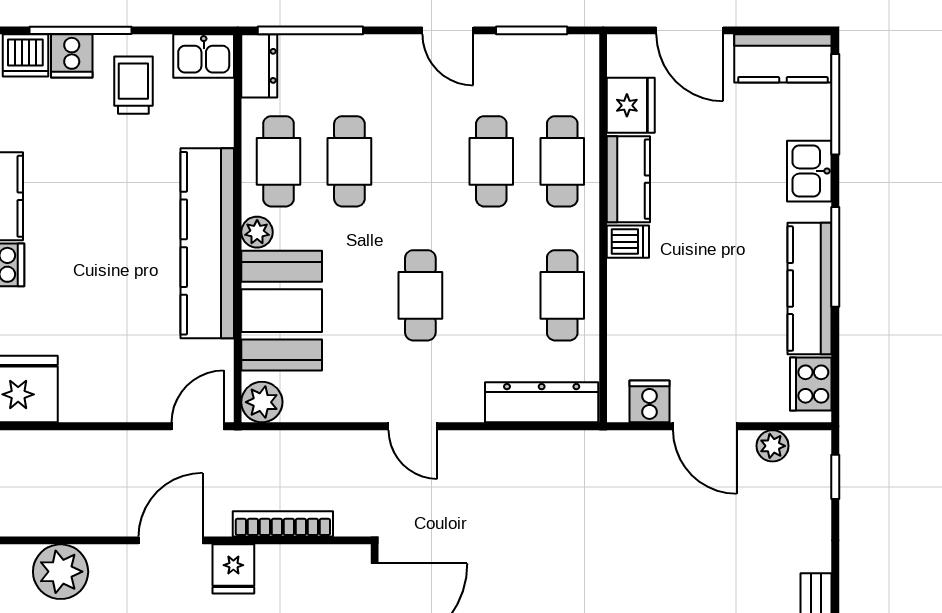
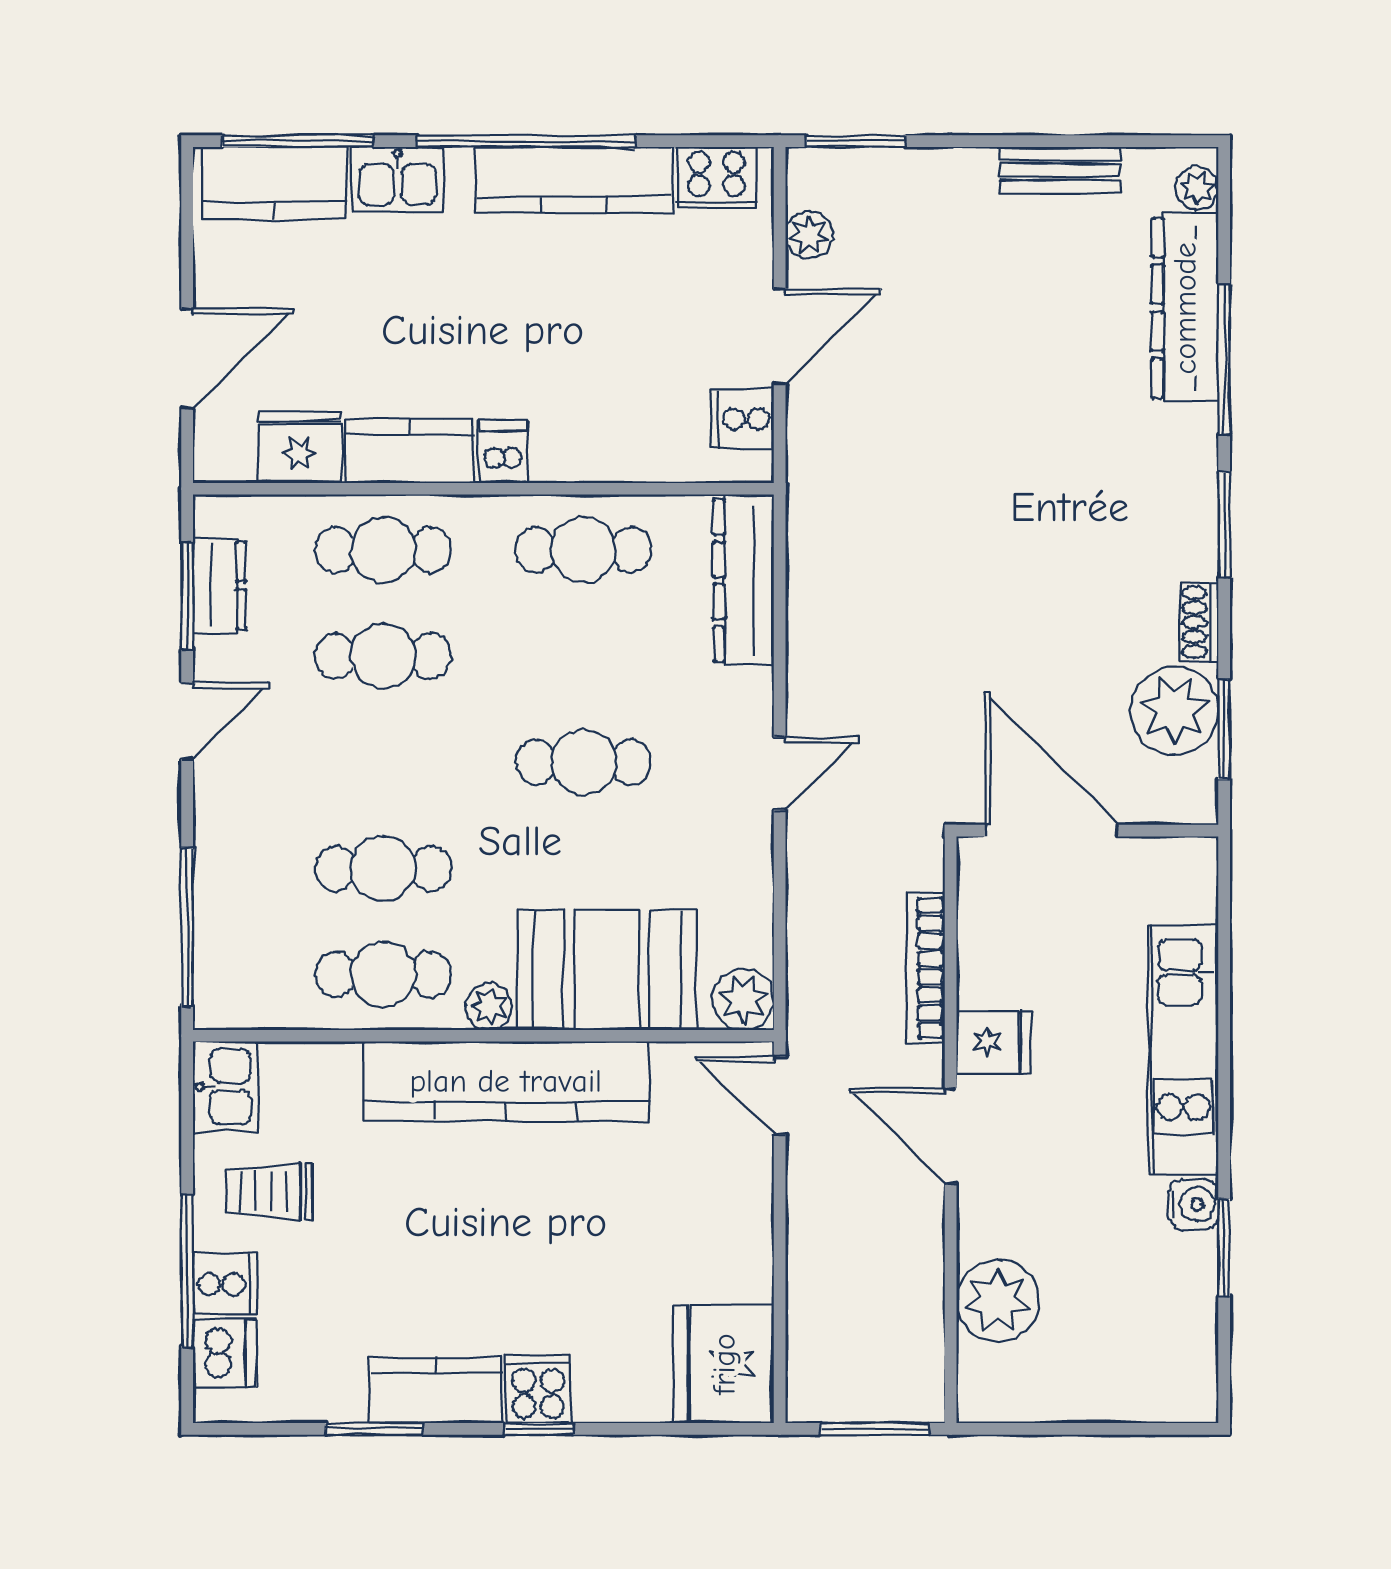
kitchen counter: (783, 58) -> (275, 183), moved, turned 90
dresser: (259, 66) -> (219, 586), moved, turned 90
window: (835, 257) -> (526, 141), width x1.46
window: (835, 477) -> (855, 141), width x1.50

